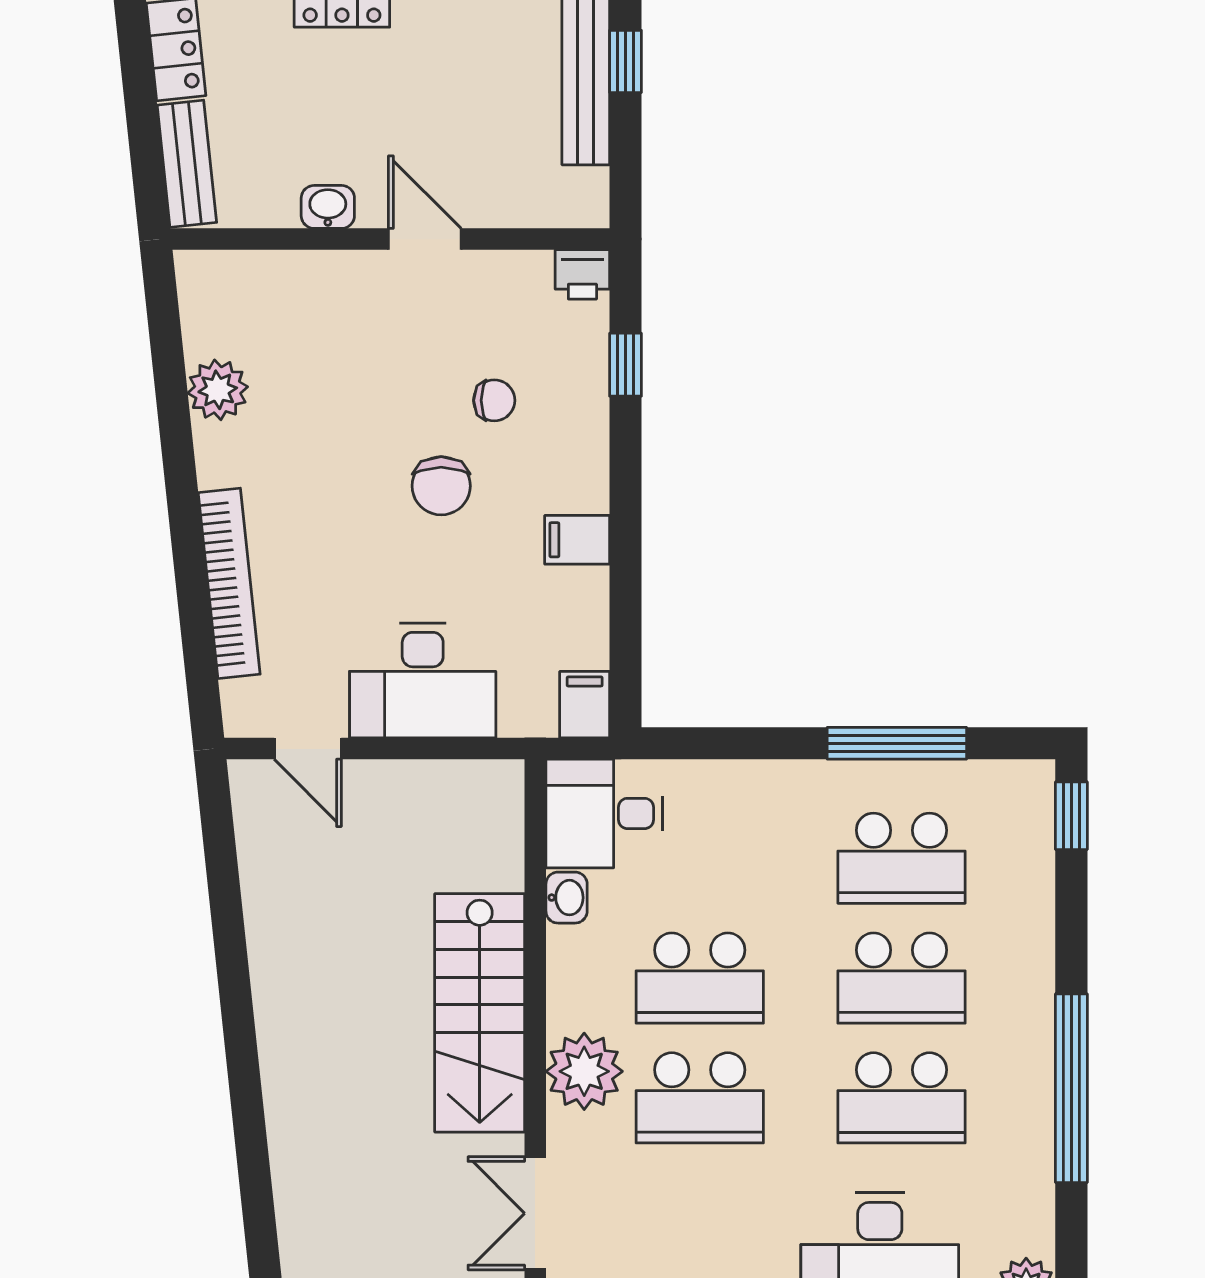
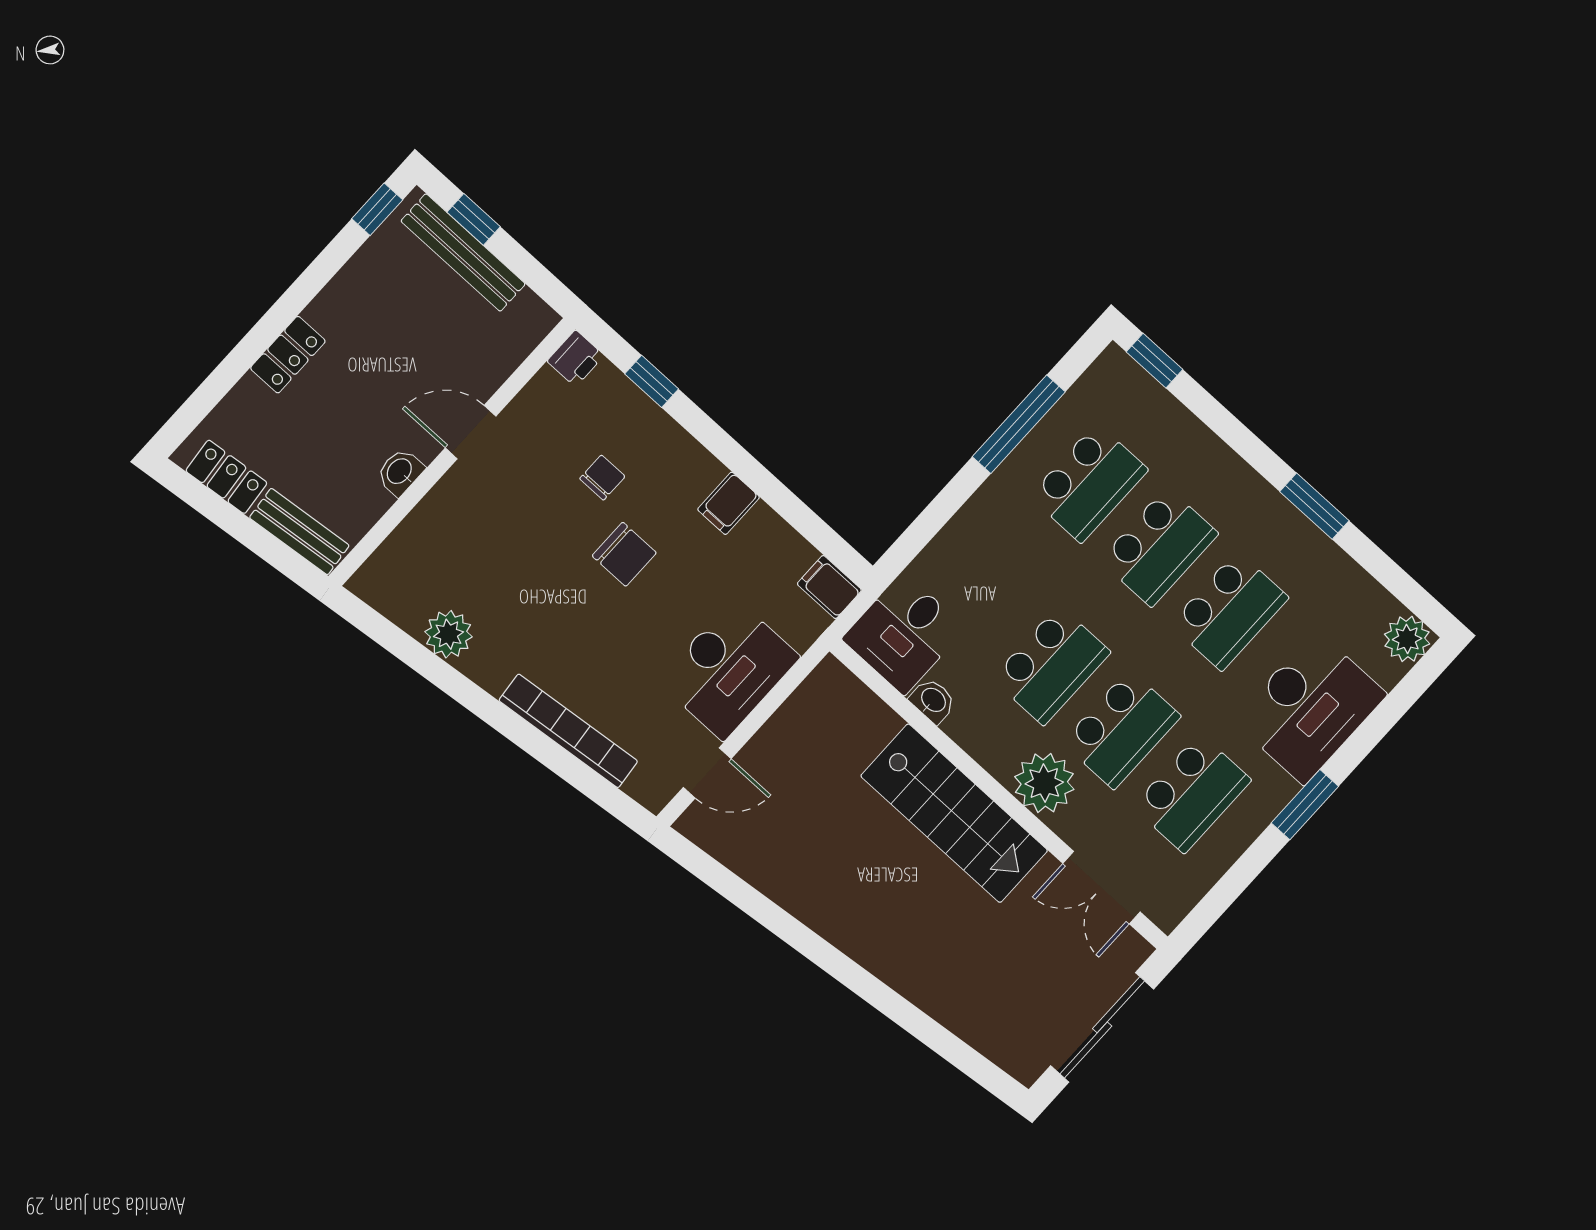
window: (1071, 1088) -> (1314, 506), width x0.47
school desk: (700, 1218) -> (1192, 793), added

